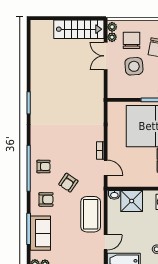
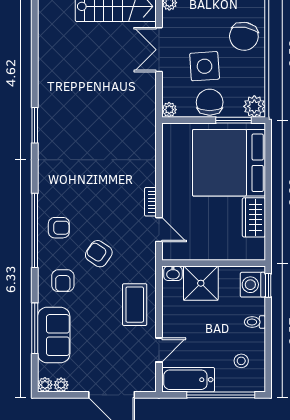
plant: (112, 37) -> (169, 110), moved
chair: (132, 40) -> (210, 102), moved
armchair: (68, 183) -> (99, 254), turned 90
armchair: (46, 199) -> (63, 281), turned 90
coffee table: (91, 214) -> (135, 305), width x0.73, depth x0.76

